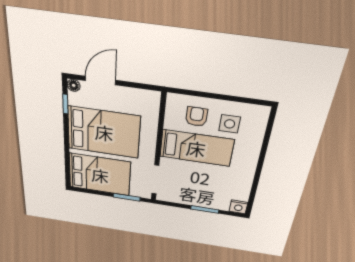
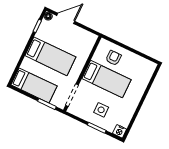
side table: (230, 124) -> (101, 110), moved
bed: (104, 132) -> (50, 56), width x0.67
bed: (100, 175) -> (34, 85), width x0.67

